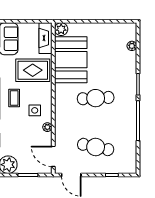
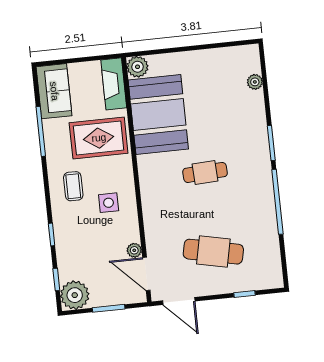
cafe table: (96, 98) -> (205, 172), width x0.73, depth x0.74
plant: (47, 127) -> (134, 250), moved

